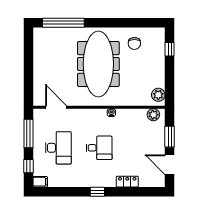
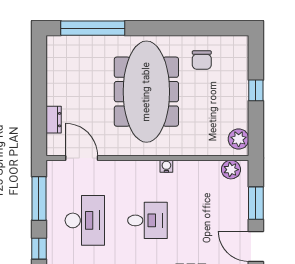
window: (170, 49) -> (256, 90), moved
dresser: (38, 82) -> (54, 120), added

